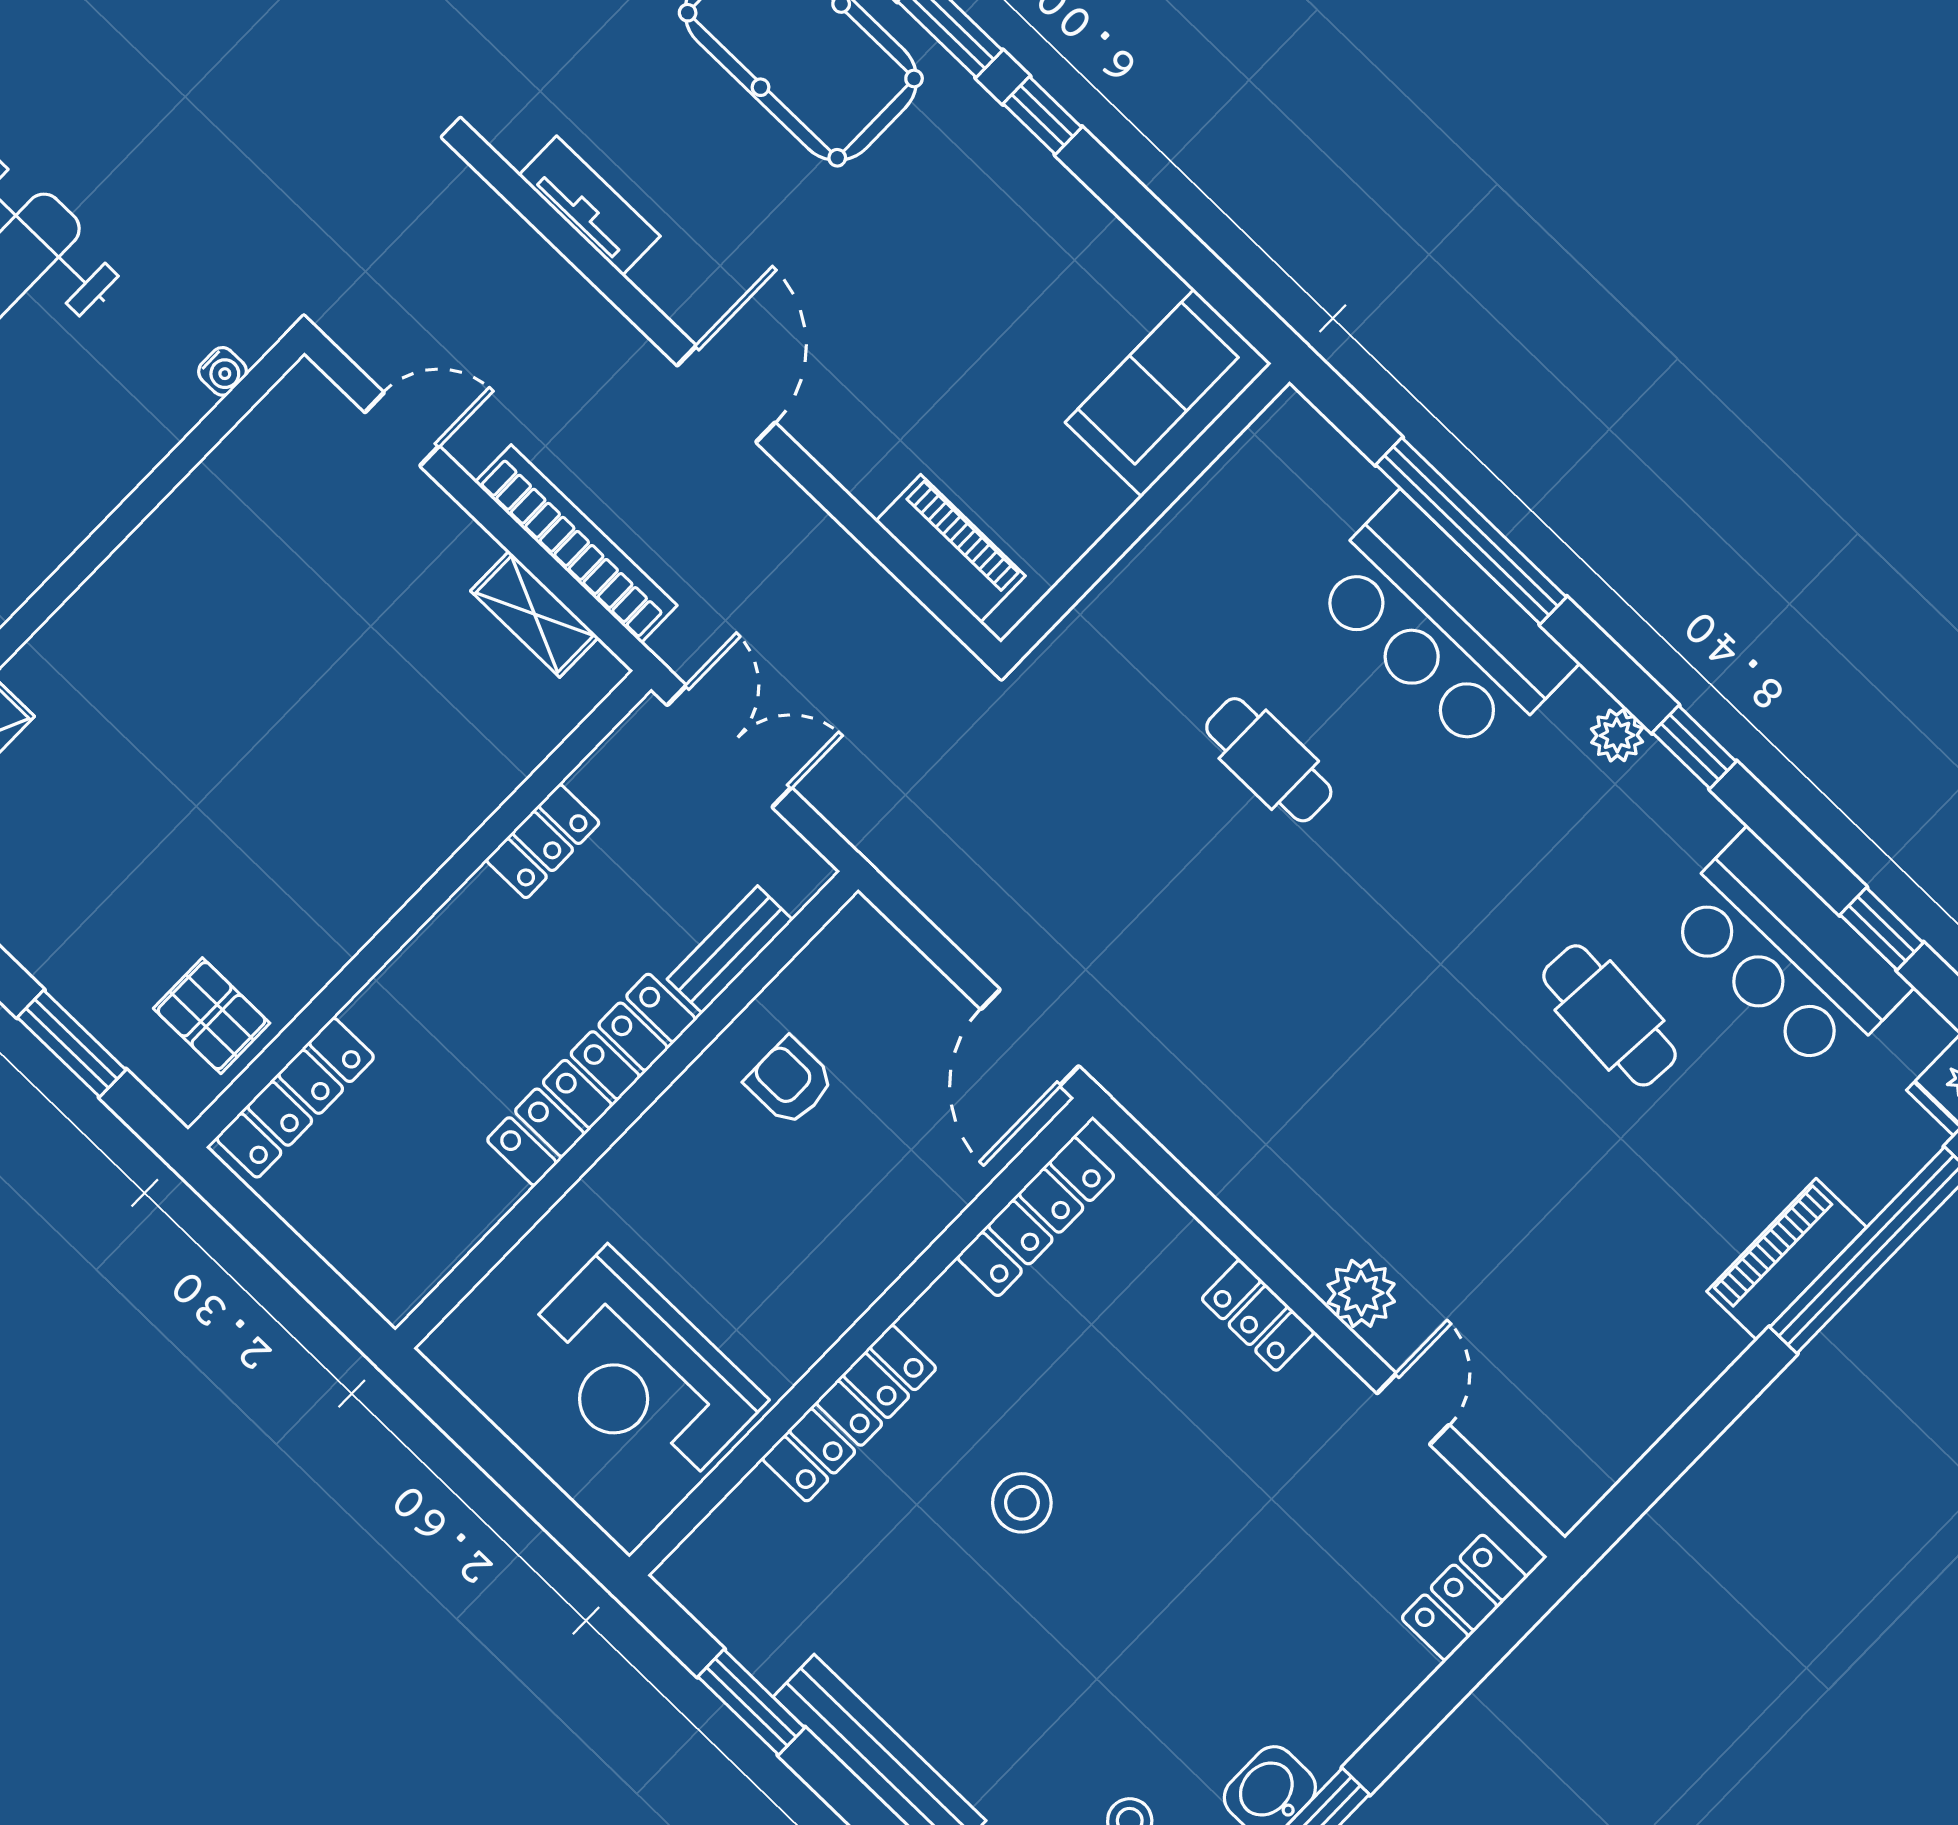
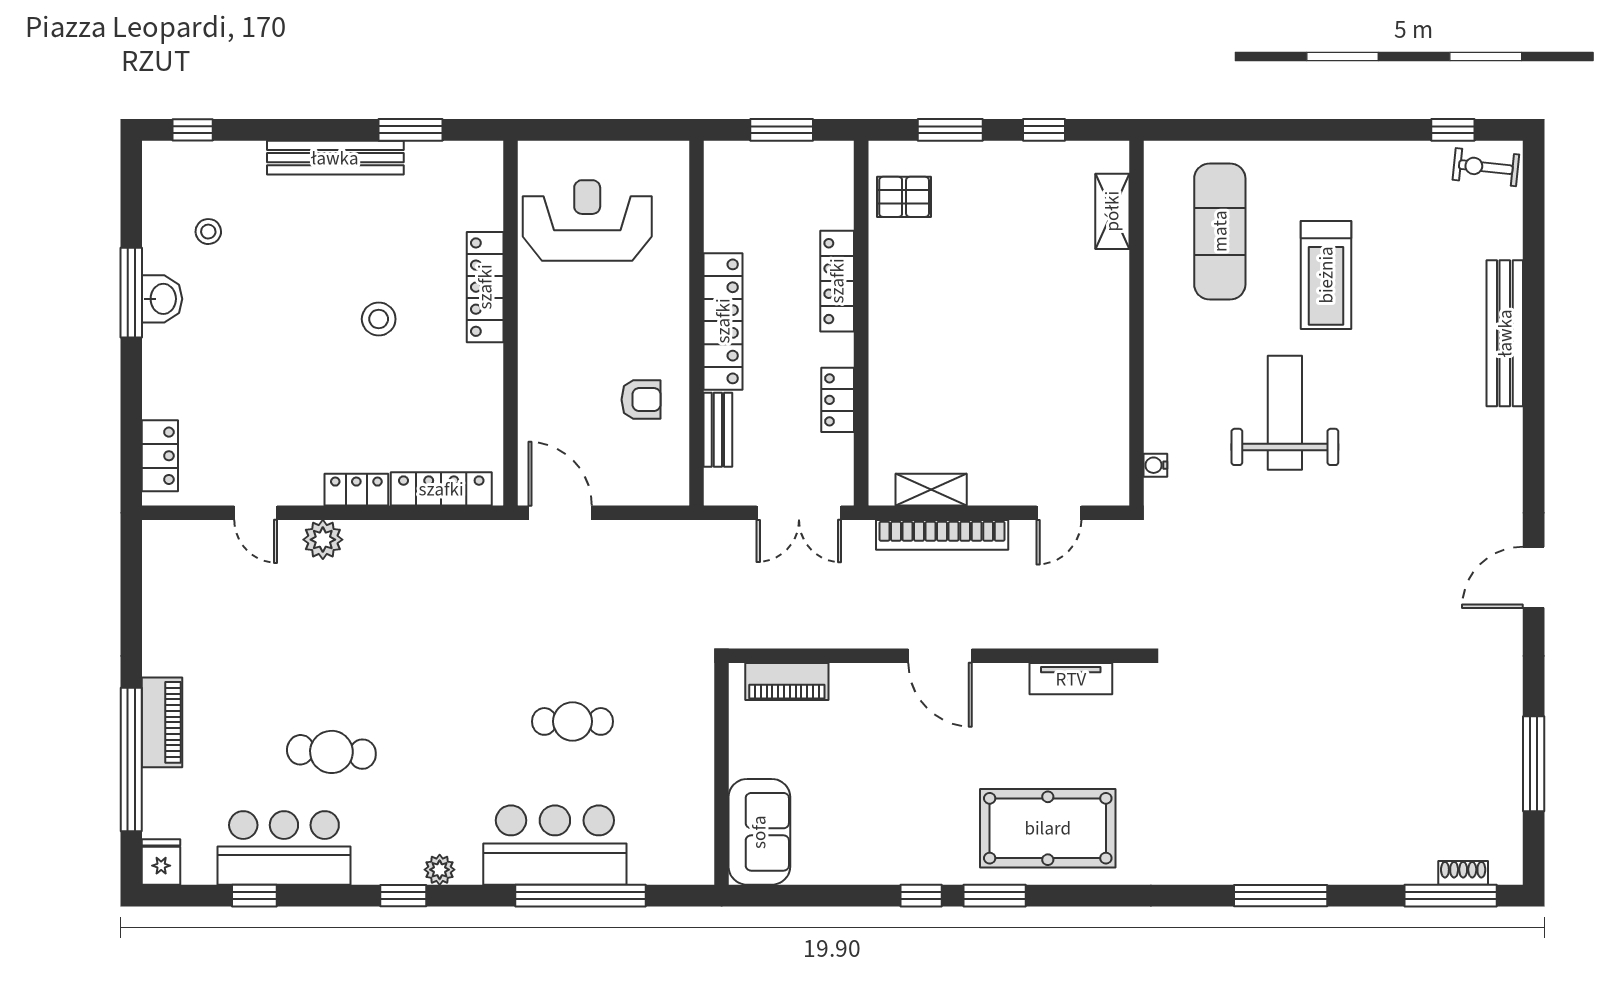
locker: (295, 1098) -> (837, 281), moved
locker: (1036, 1217) -> (441, 489), moved, turned 90
window: (284, 1249) -> (782, 130), added

